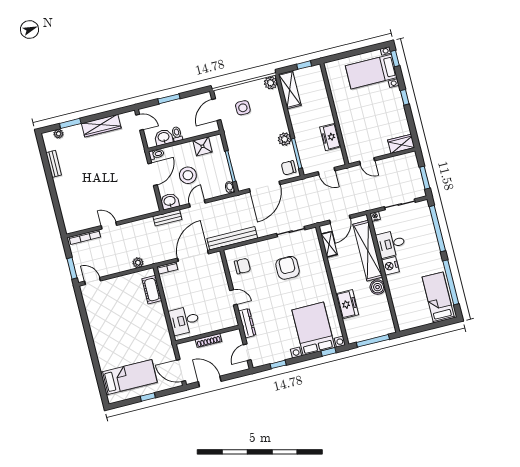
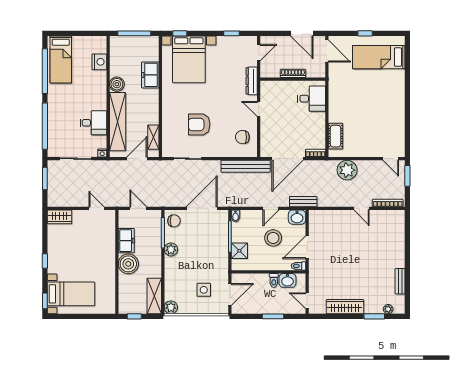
boiler: (323, 115) -> (128, 264), added
shower: (202, 146) -> (239, 251), moved
plant: (138, 263) -> (347, 170), width x1.88, depth x1.88
nightstand: (390, 266) -> (99, 62), moved
armchair: (288, 268) -> (199, 124), turned 90

